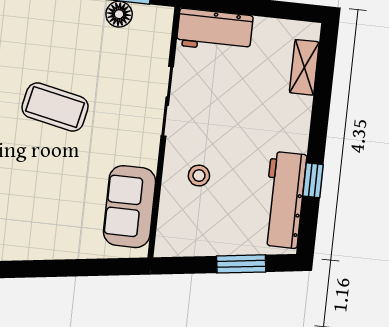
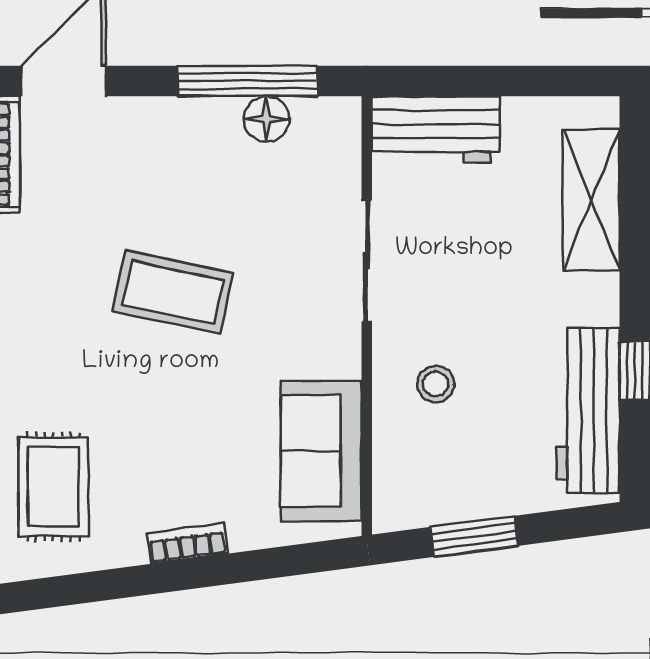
shelving: (304, 67) -> (591, 200), width x1.50, depth x1.33
bookcase: (48, 251) -> (187, 543), added
window: (241, 264) -> (474, 536), moved

